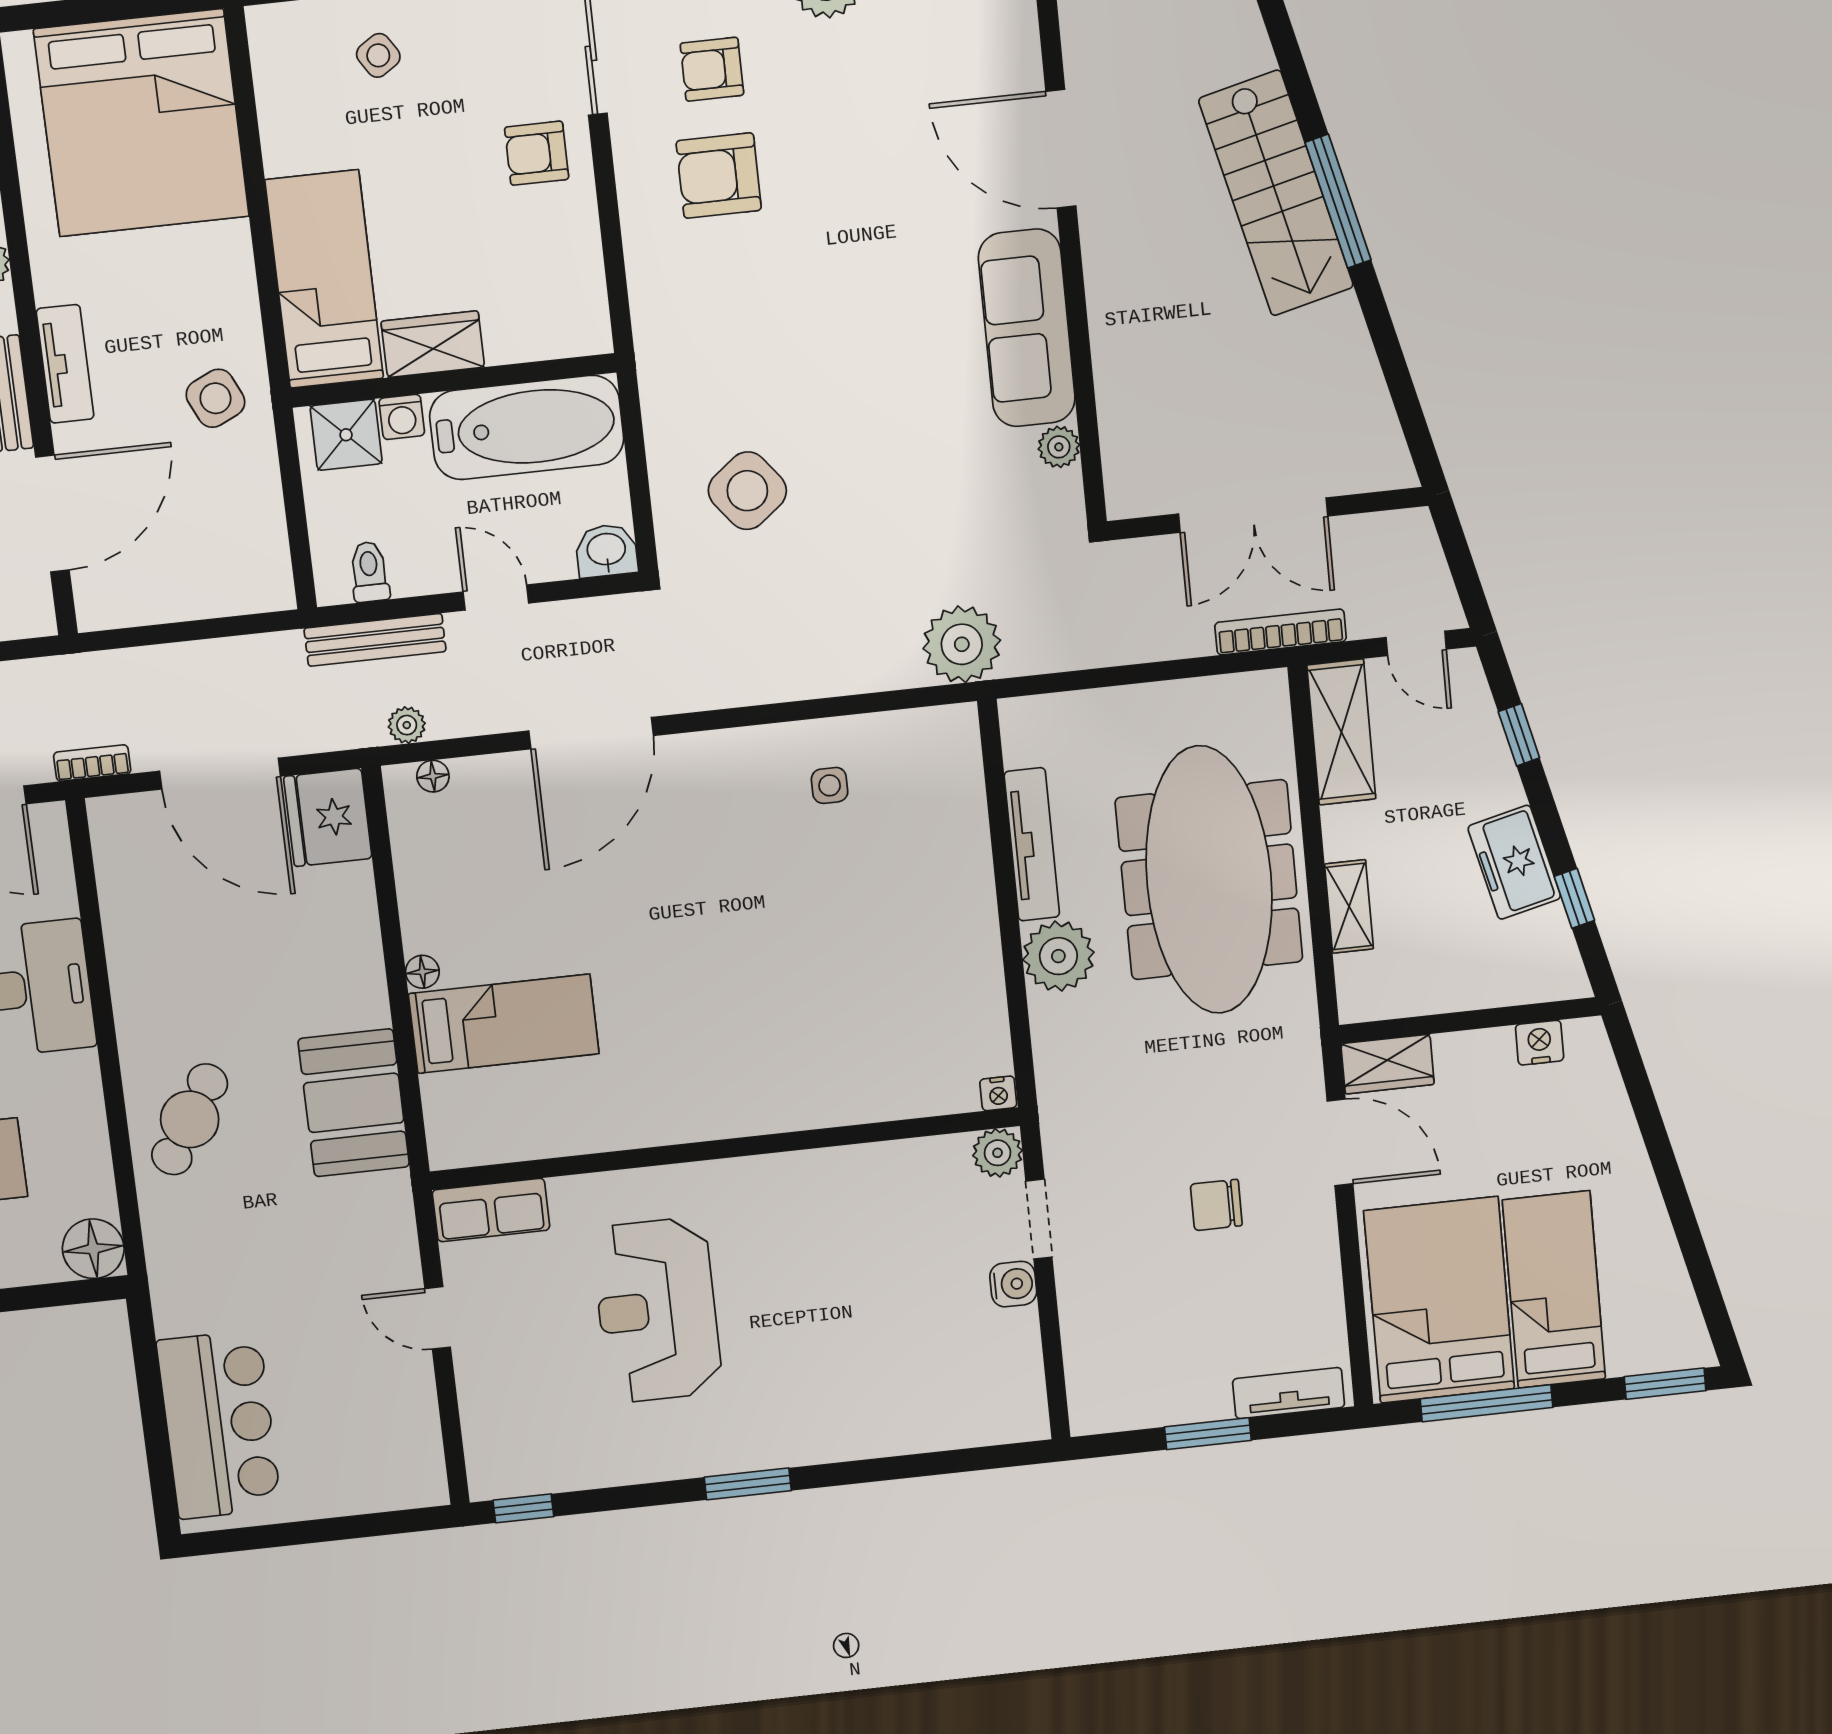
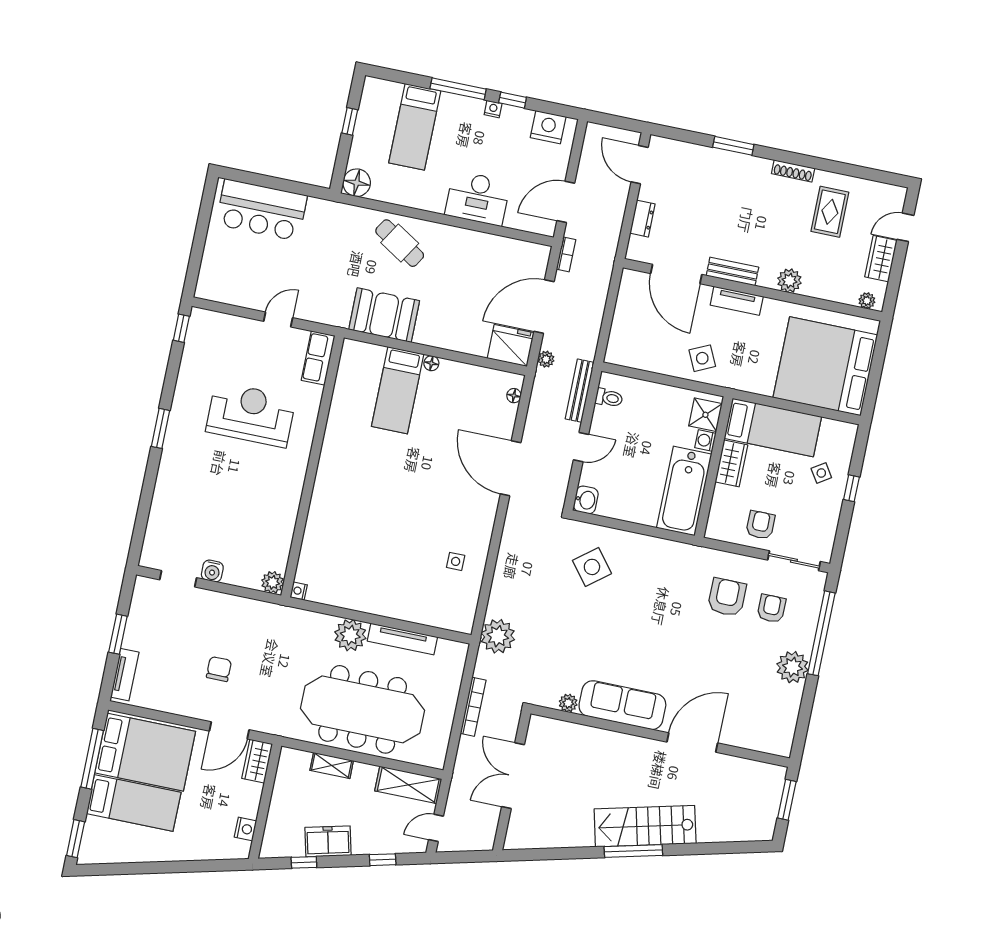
bed: (324, 279) -> (773, 427), moved
wardrobe: (433, 344) -> (731, 463), moved
wall: (453, 380) -> (714, 467), moved
washing machine: (402, 417) -> (705, 440), moved
bathtub: (527, 427) -> (684, 491), moved
shower: (346, 435) -> (705, 415), moved
bookcase: (1281, 632) -> (473, 707), moved
plant: (407, 725) -> (546, 359), moved
doorway: (1039, 1219) -> (178, 579), moved

